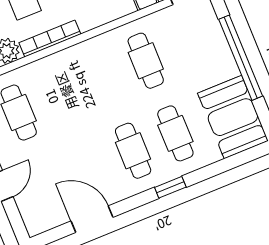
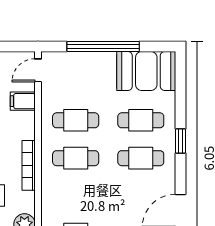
bookcase: (50, 38) -> (29, 165), moved
cafe table: (103, 78) -> (76, 158), added

